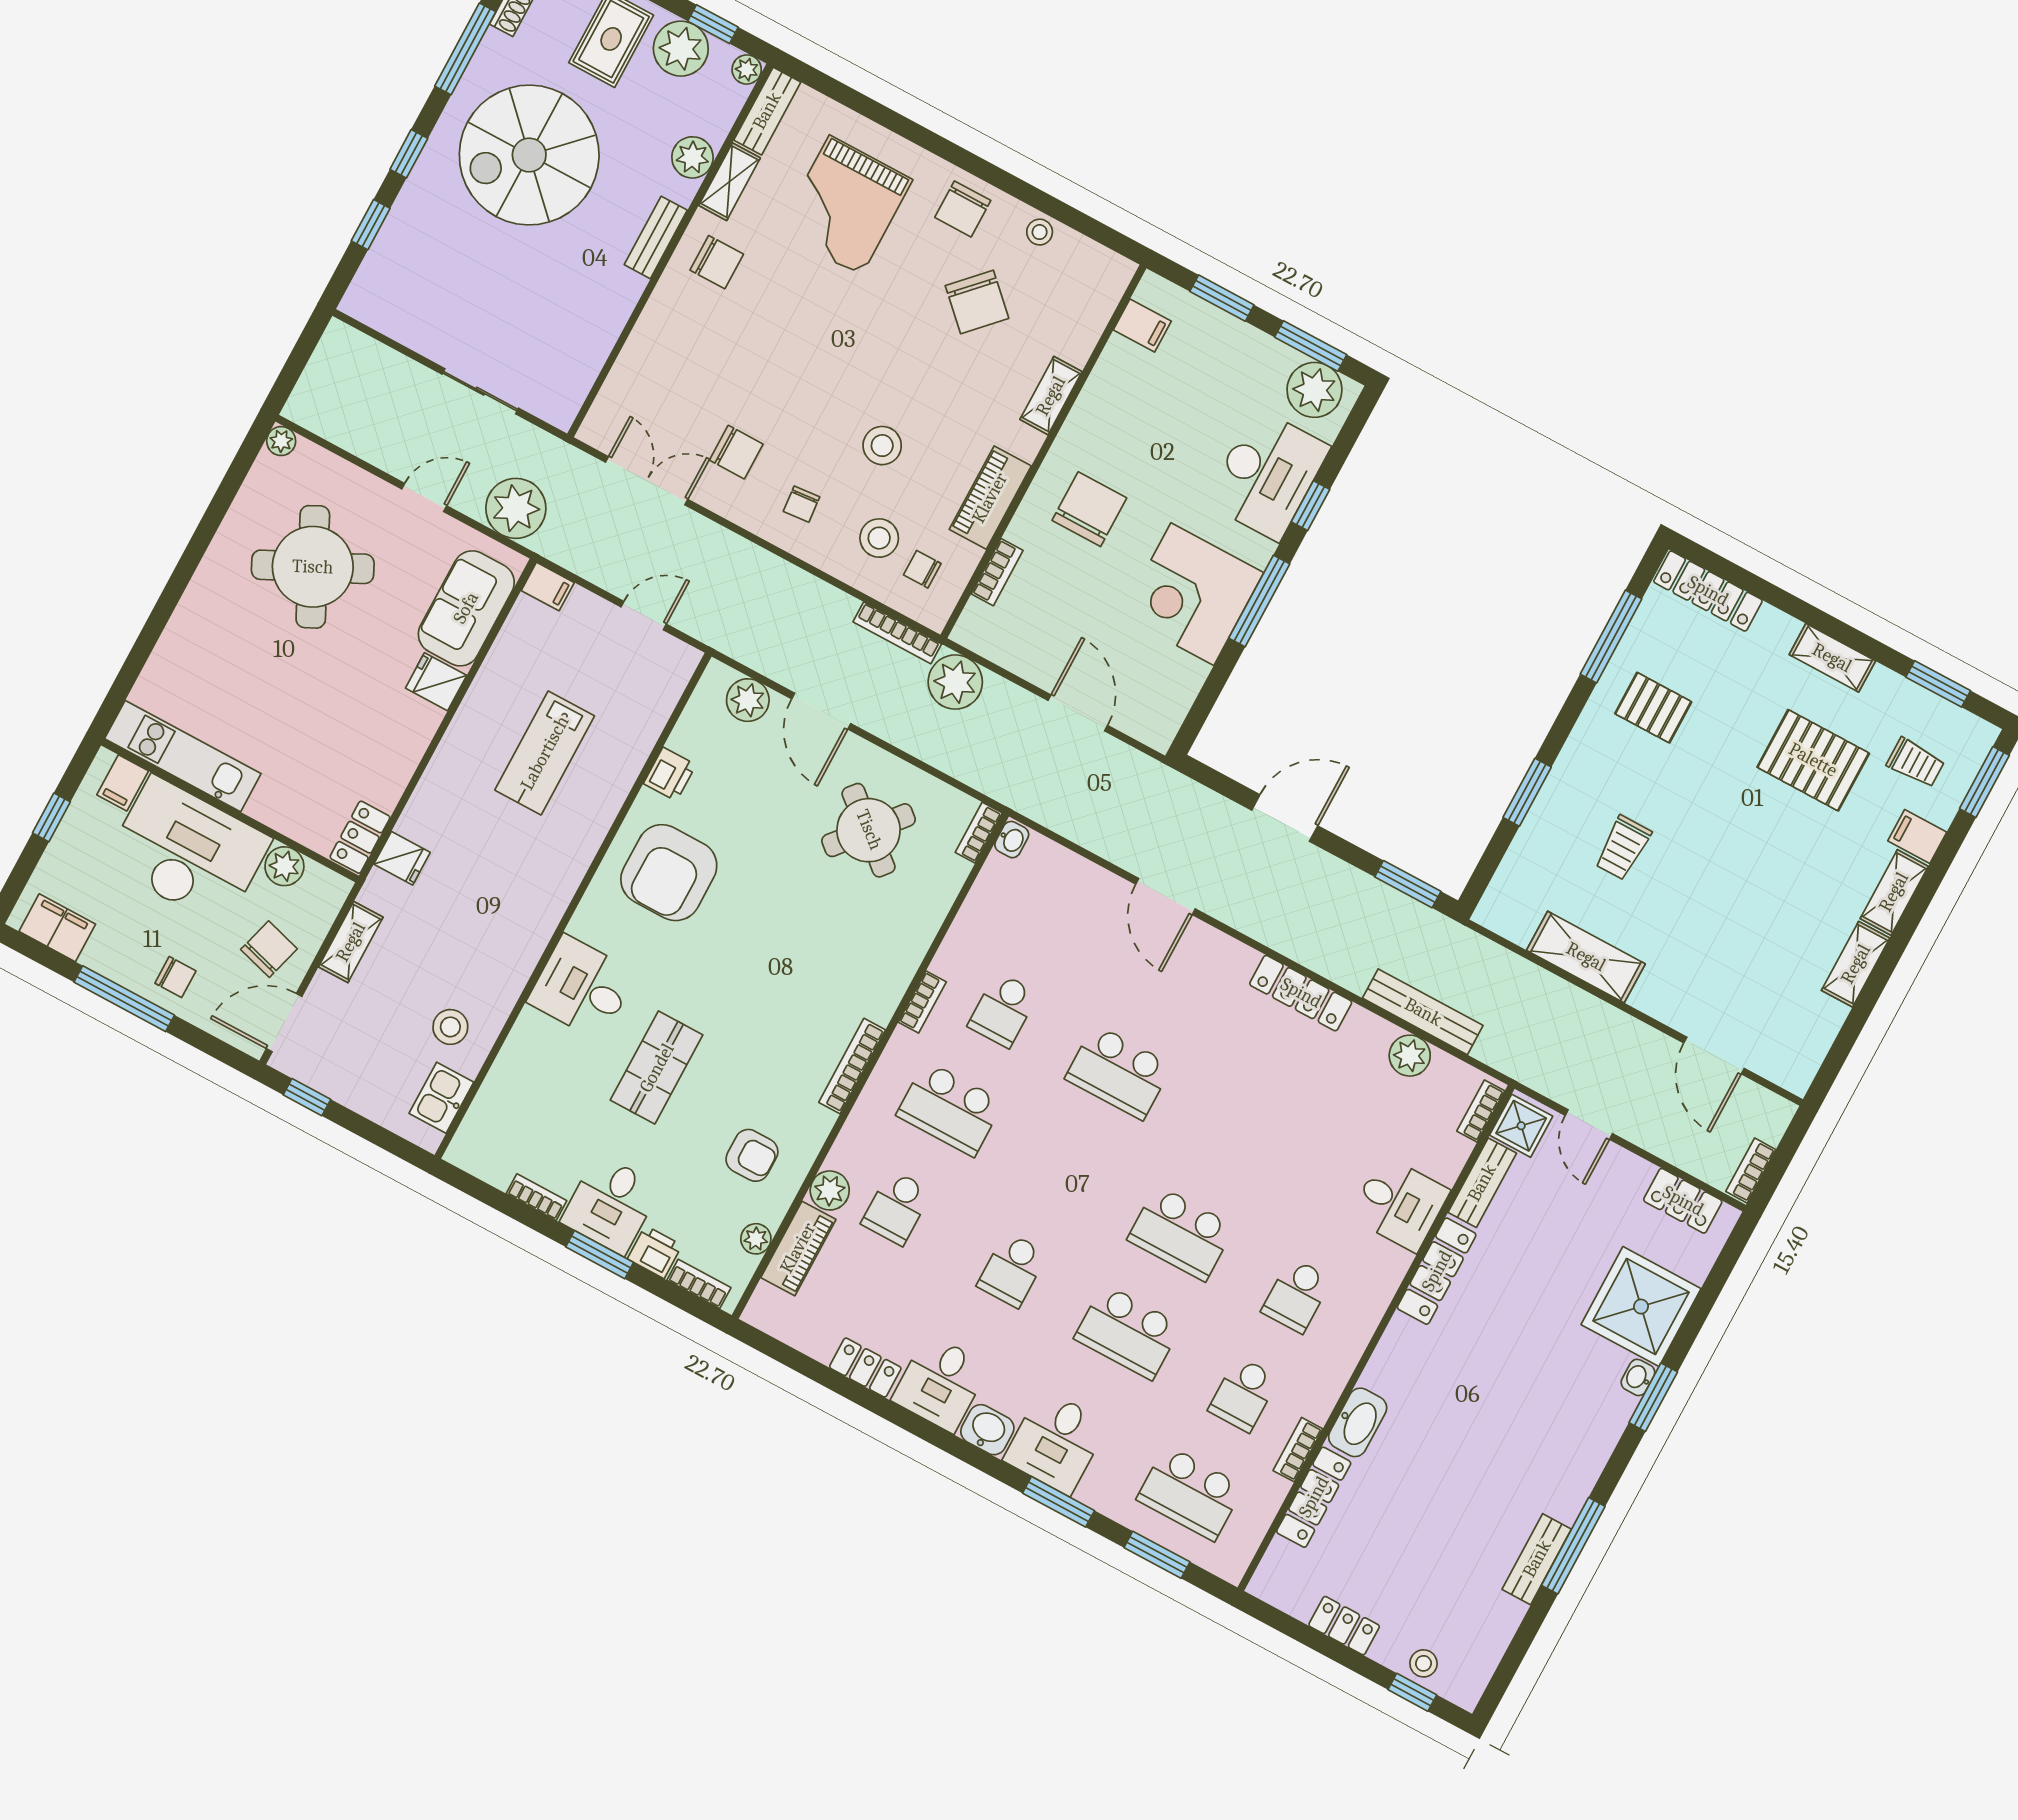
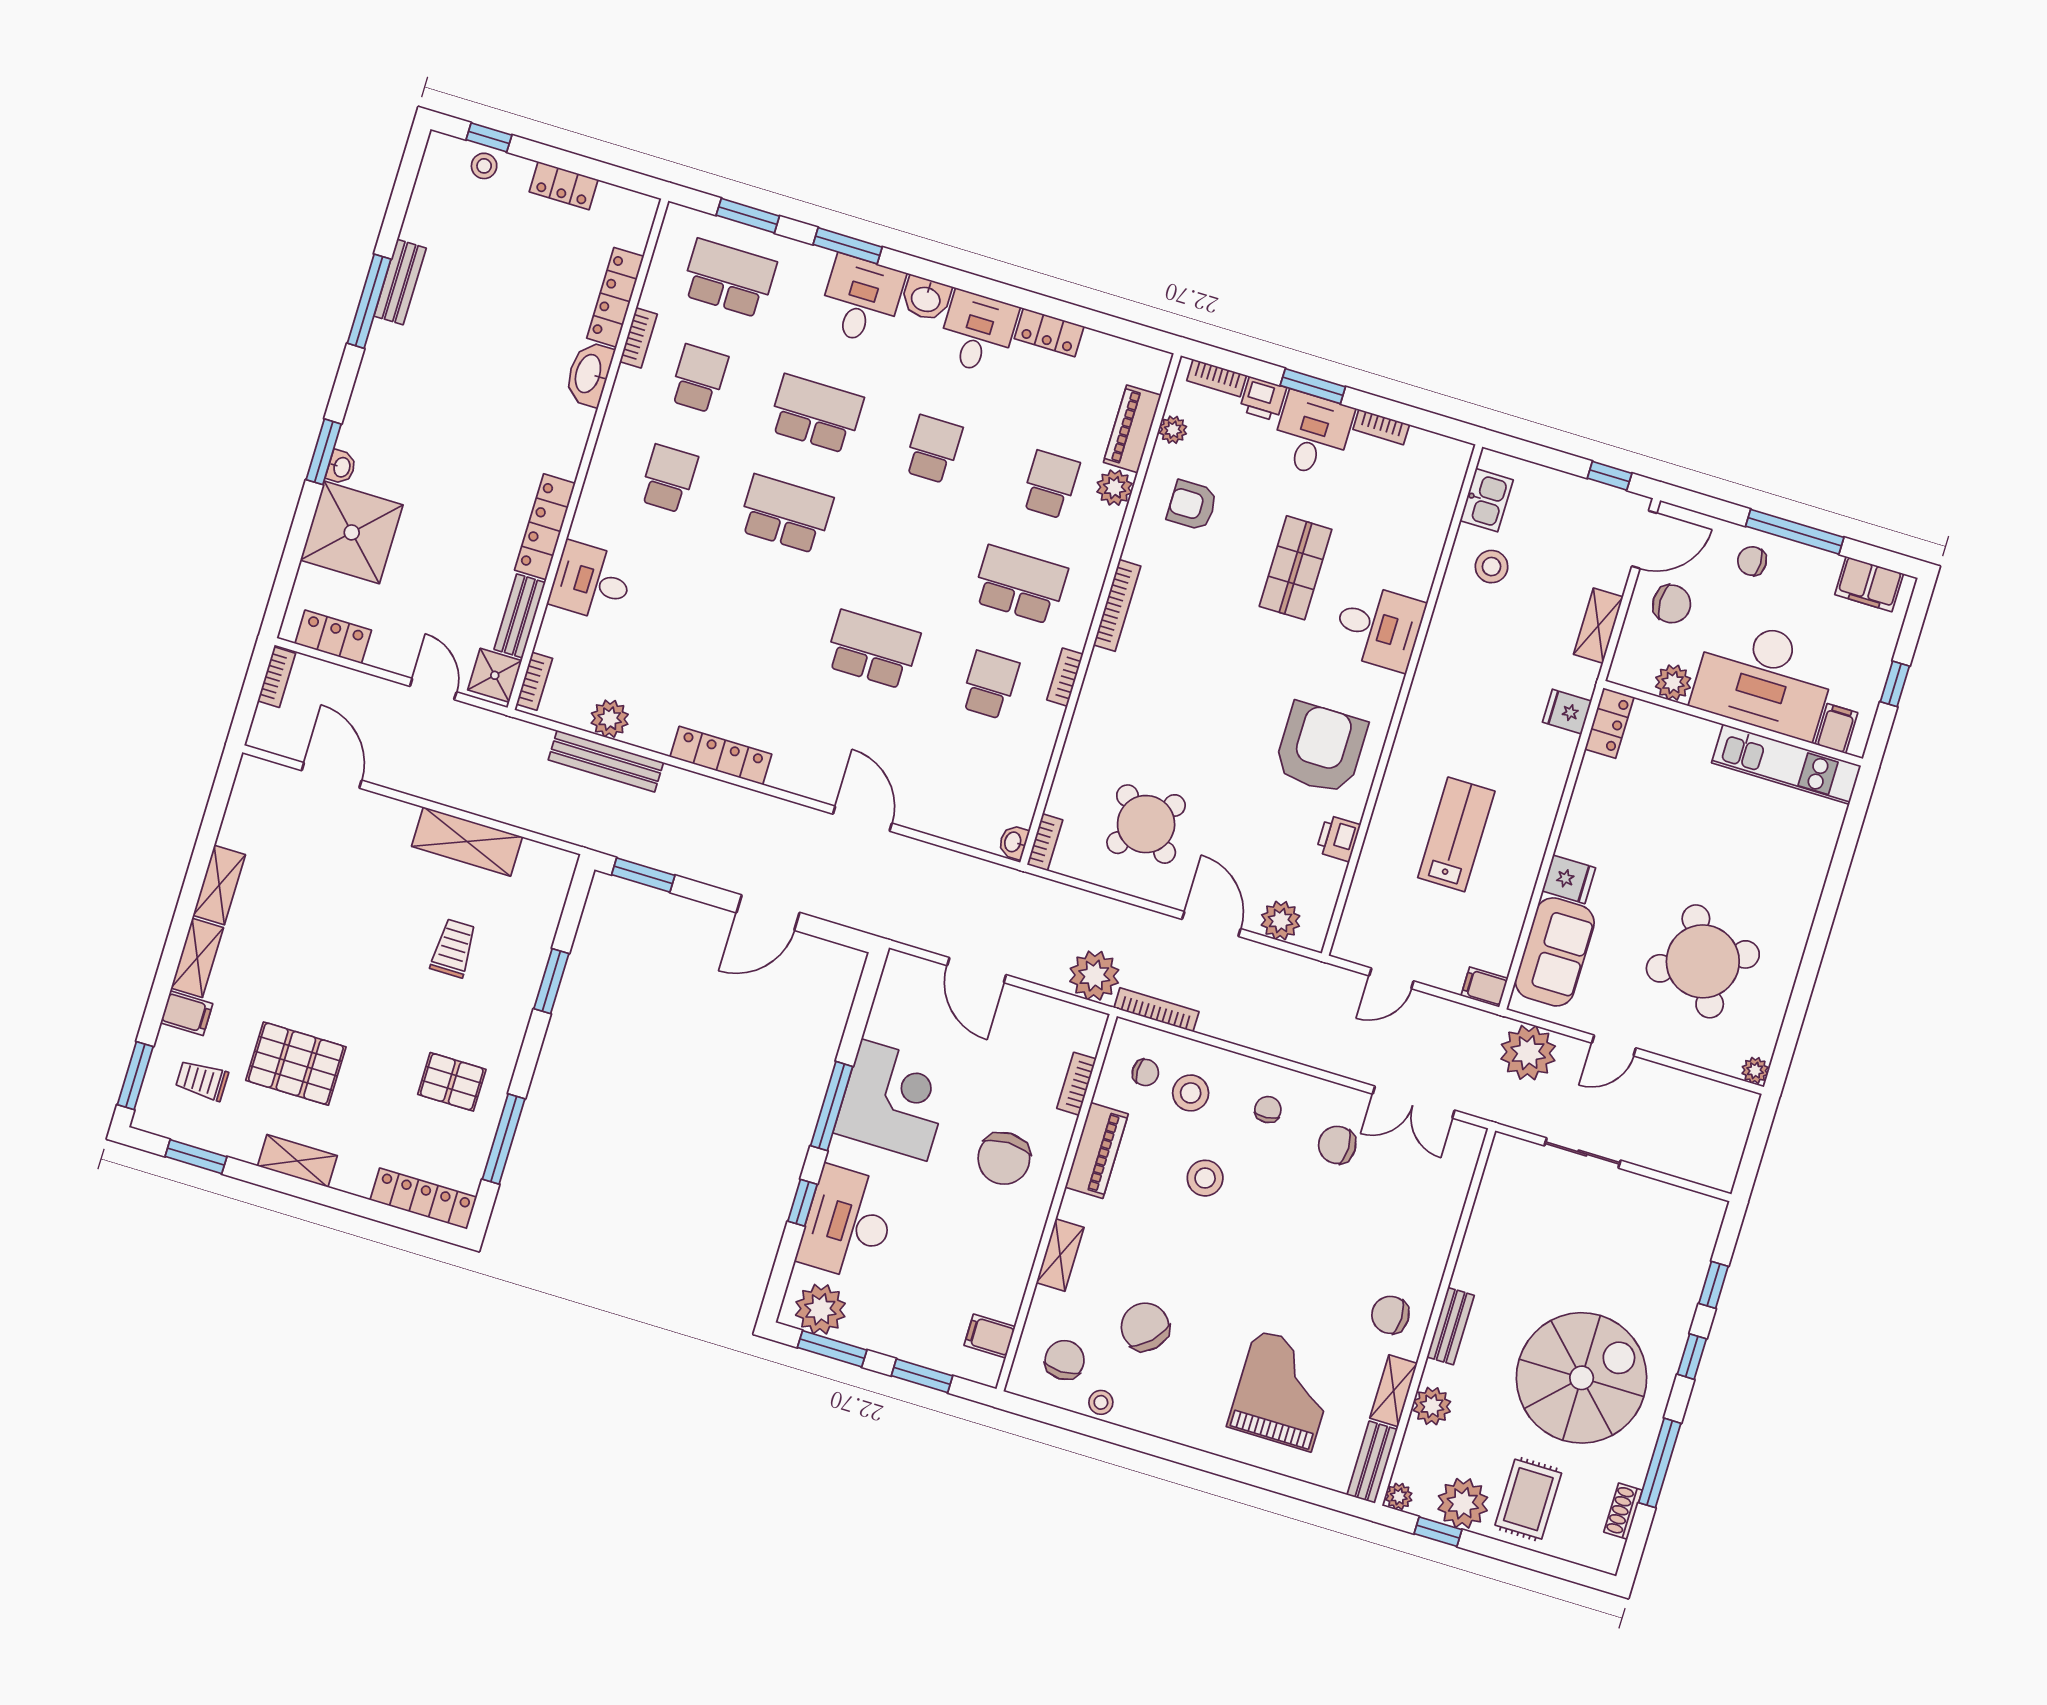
chair: (963, 209) -> (1065, 1360), moved
chair: (269, 949) -> (1672, 604), turned -106

